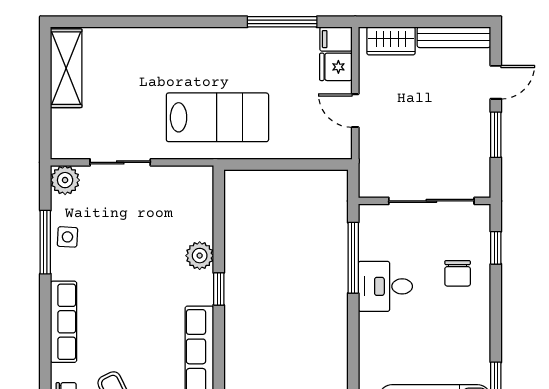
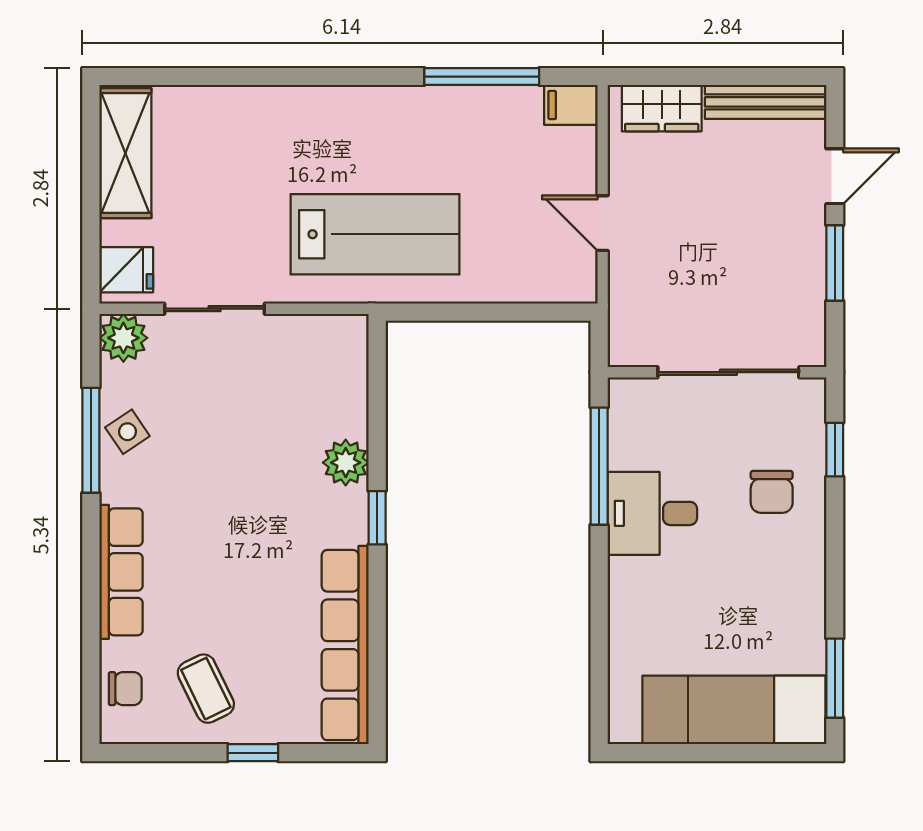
fridge: (336, 67) -> (126, 270), moved, turned 180
side table: (67, 237) -> (127, 432), turned -37

